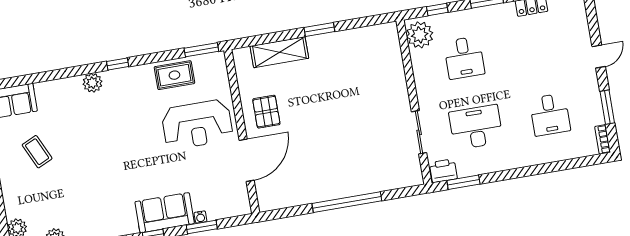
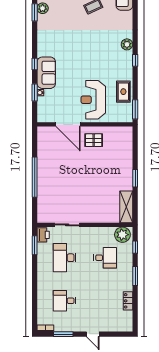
shelving: (279, 52) -> (126, 207), moved
desk: (464, 58) -> (105, 258), turned 180
desk: (476, 127) -> (65, 258), turned 180

